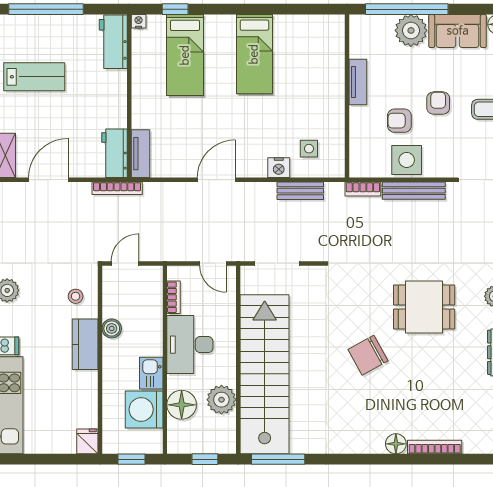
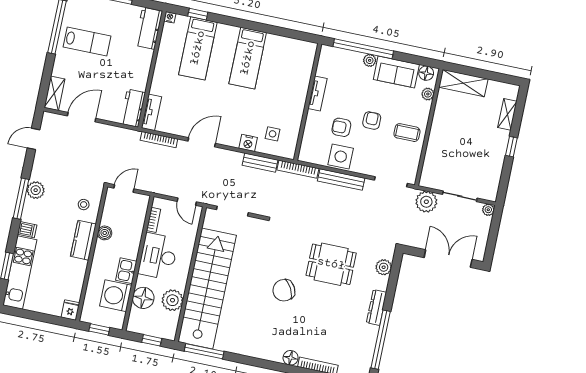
plant: (411, 30) -> (370, 60), width x0.53, depth x0.53
bookcase: (117, 188) -> (159, 140), moved
bookcase: (363, 189) -> (298, 169), width x1.56

